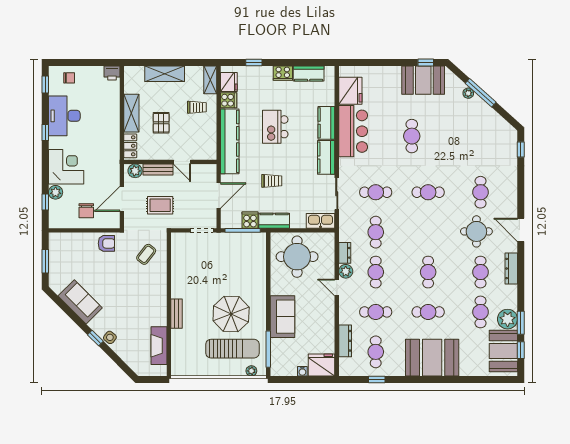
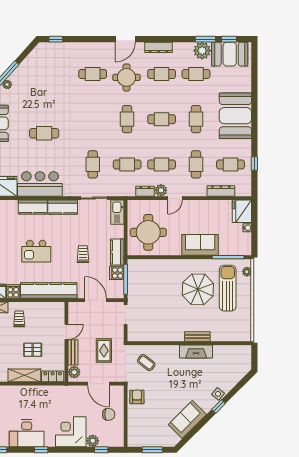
cafe table: (428, 192) -> (127, 119), moved
fireplace: (159, 346) -> (196, 352), moved

